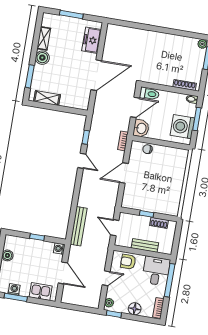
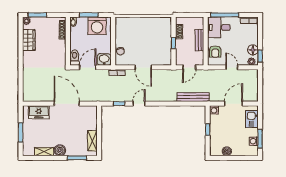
wardrobe: (179, 43) -> (29, 40), added
door: (135, 107) -> (88, 67), hinge flipped
floor lamp: (135, 309) -> (253, 50), moved

